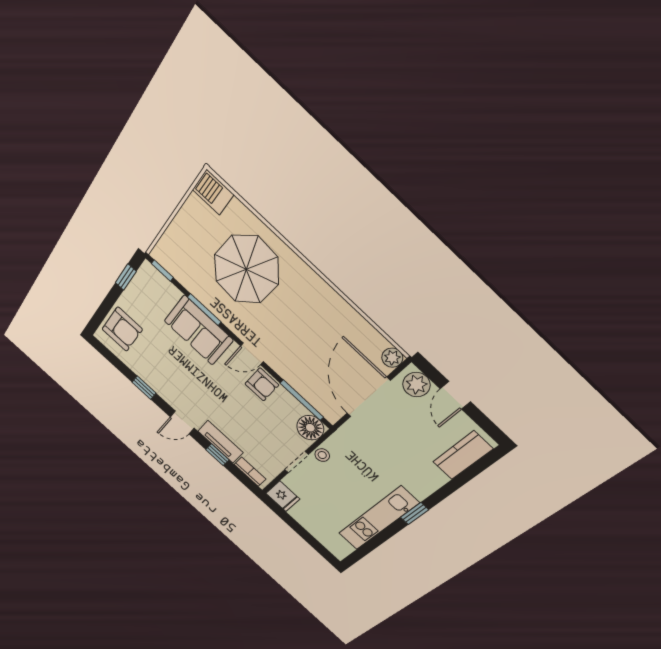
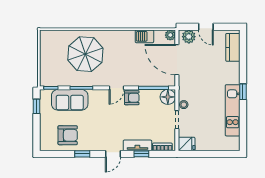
barbecue: (213, 192) -> (144, 36), moved
armchair: (122, 329) -> (68, 135), moved
sofa: (199, 330) -> (70, 100), moved

